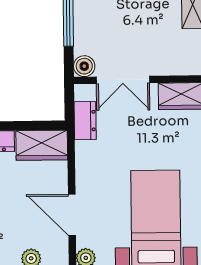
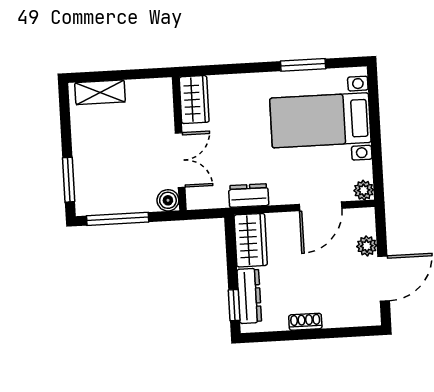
dresser: (85, 121) -> (249, 196), moved

